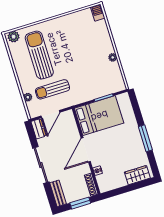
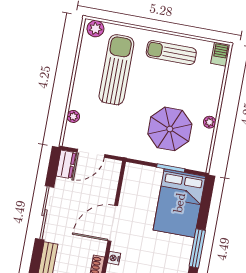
parasol: (91, 74) -> (170, 129), added
sun lounger: (52, 89) -> (171, 53), moved
bed: (99, 116) -> (179, 203), moved, turned 90

